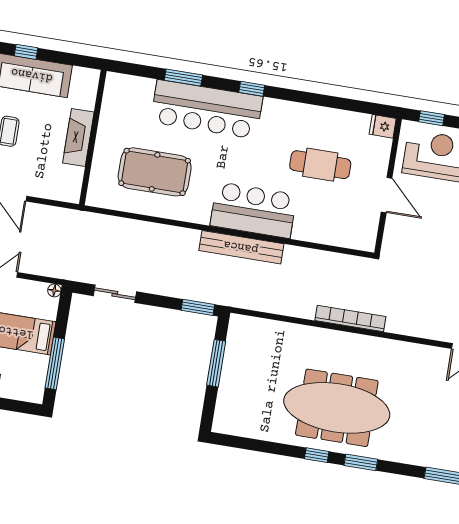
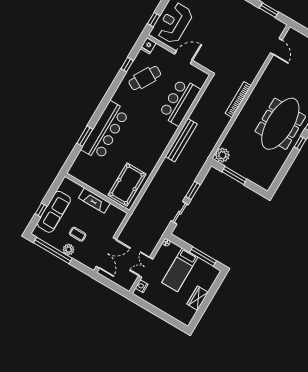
window: (252, 89) -> (127, 65), moved
cafe table: (320, 165) -> (145, 78), moved, turned 30
pool table: (155, 172) -> (127, 184), moved
bar counter: (253, 210) -> (180, 102), moved
window: (198, 307) -> (193, 190), moved
plant: (243, 329) -> (222, 155), added

